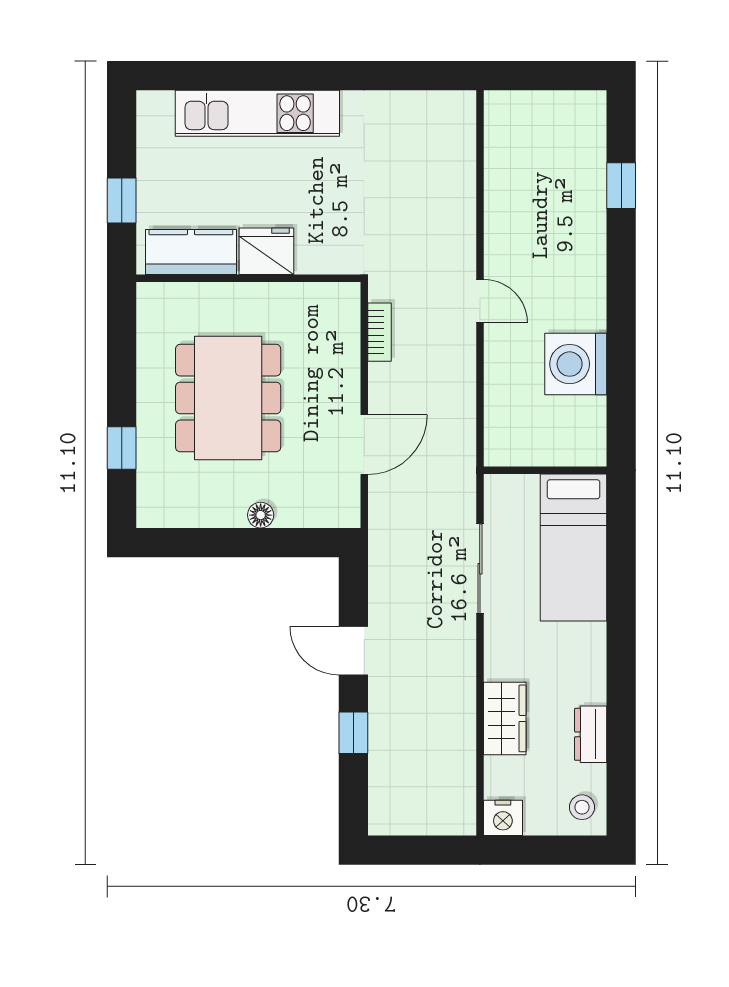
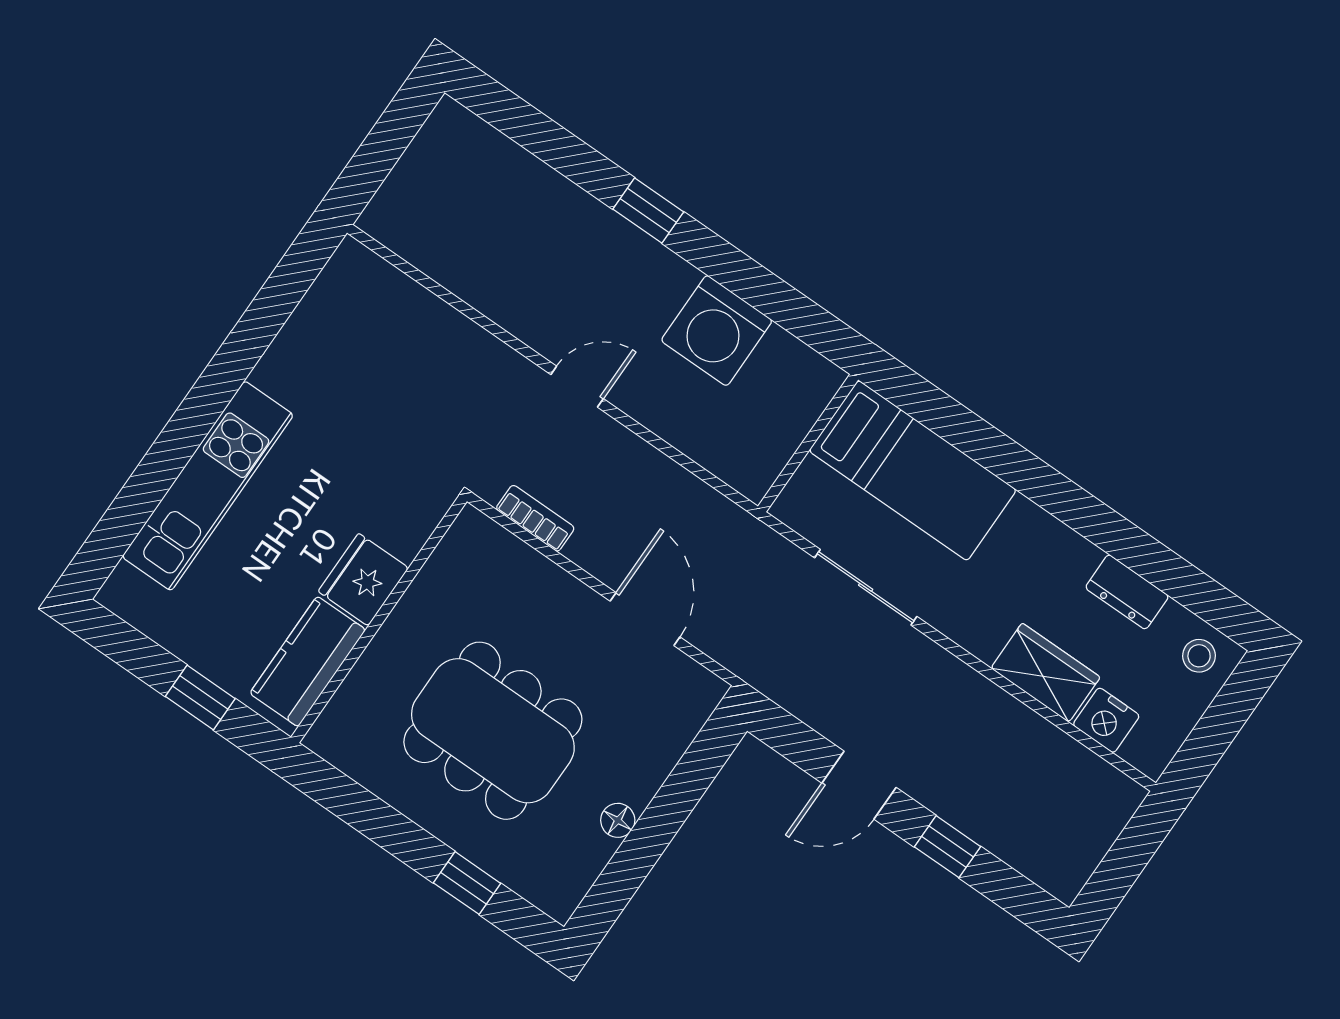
window: (621, 186) -> (648, 210), moved
floor lamp: (261, 515) -> (618, 820), moved
nightstand: (503, 818) -> (1106, 720), moved, turned 90

